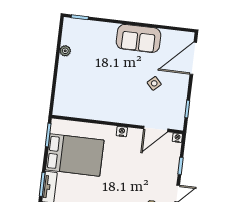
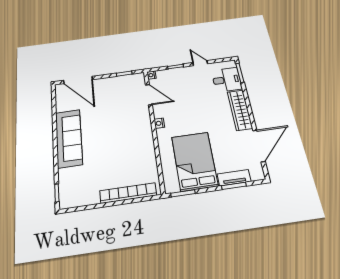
sofa: (138, 38) -> (69, 138), width x1.36
plant: (65, 51) -> (94, 199), removed
side table: (154, 83) -> (108, 106), removed
bookcase: (62, 84) -> (128, 193), added

